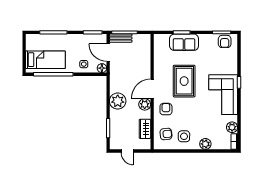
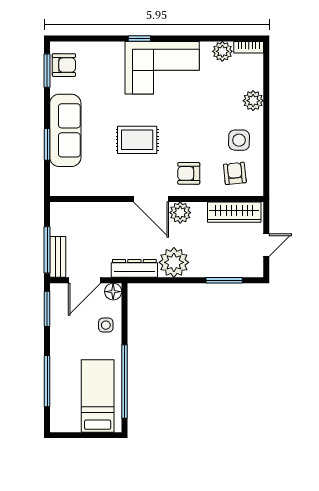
sofa: (184, 42) -> (65, 130), width x1.36
dresser: (114, 80) -> (134, 268), added
rug: (184, 81) -> (137, 140), width x0.73, depth x0.70
wardrobe: (145, 129) -> (234, 212), width x1.50

